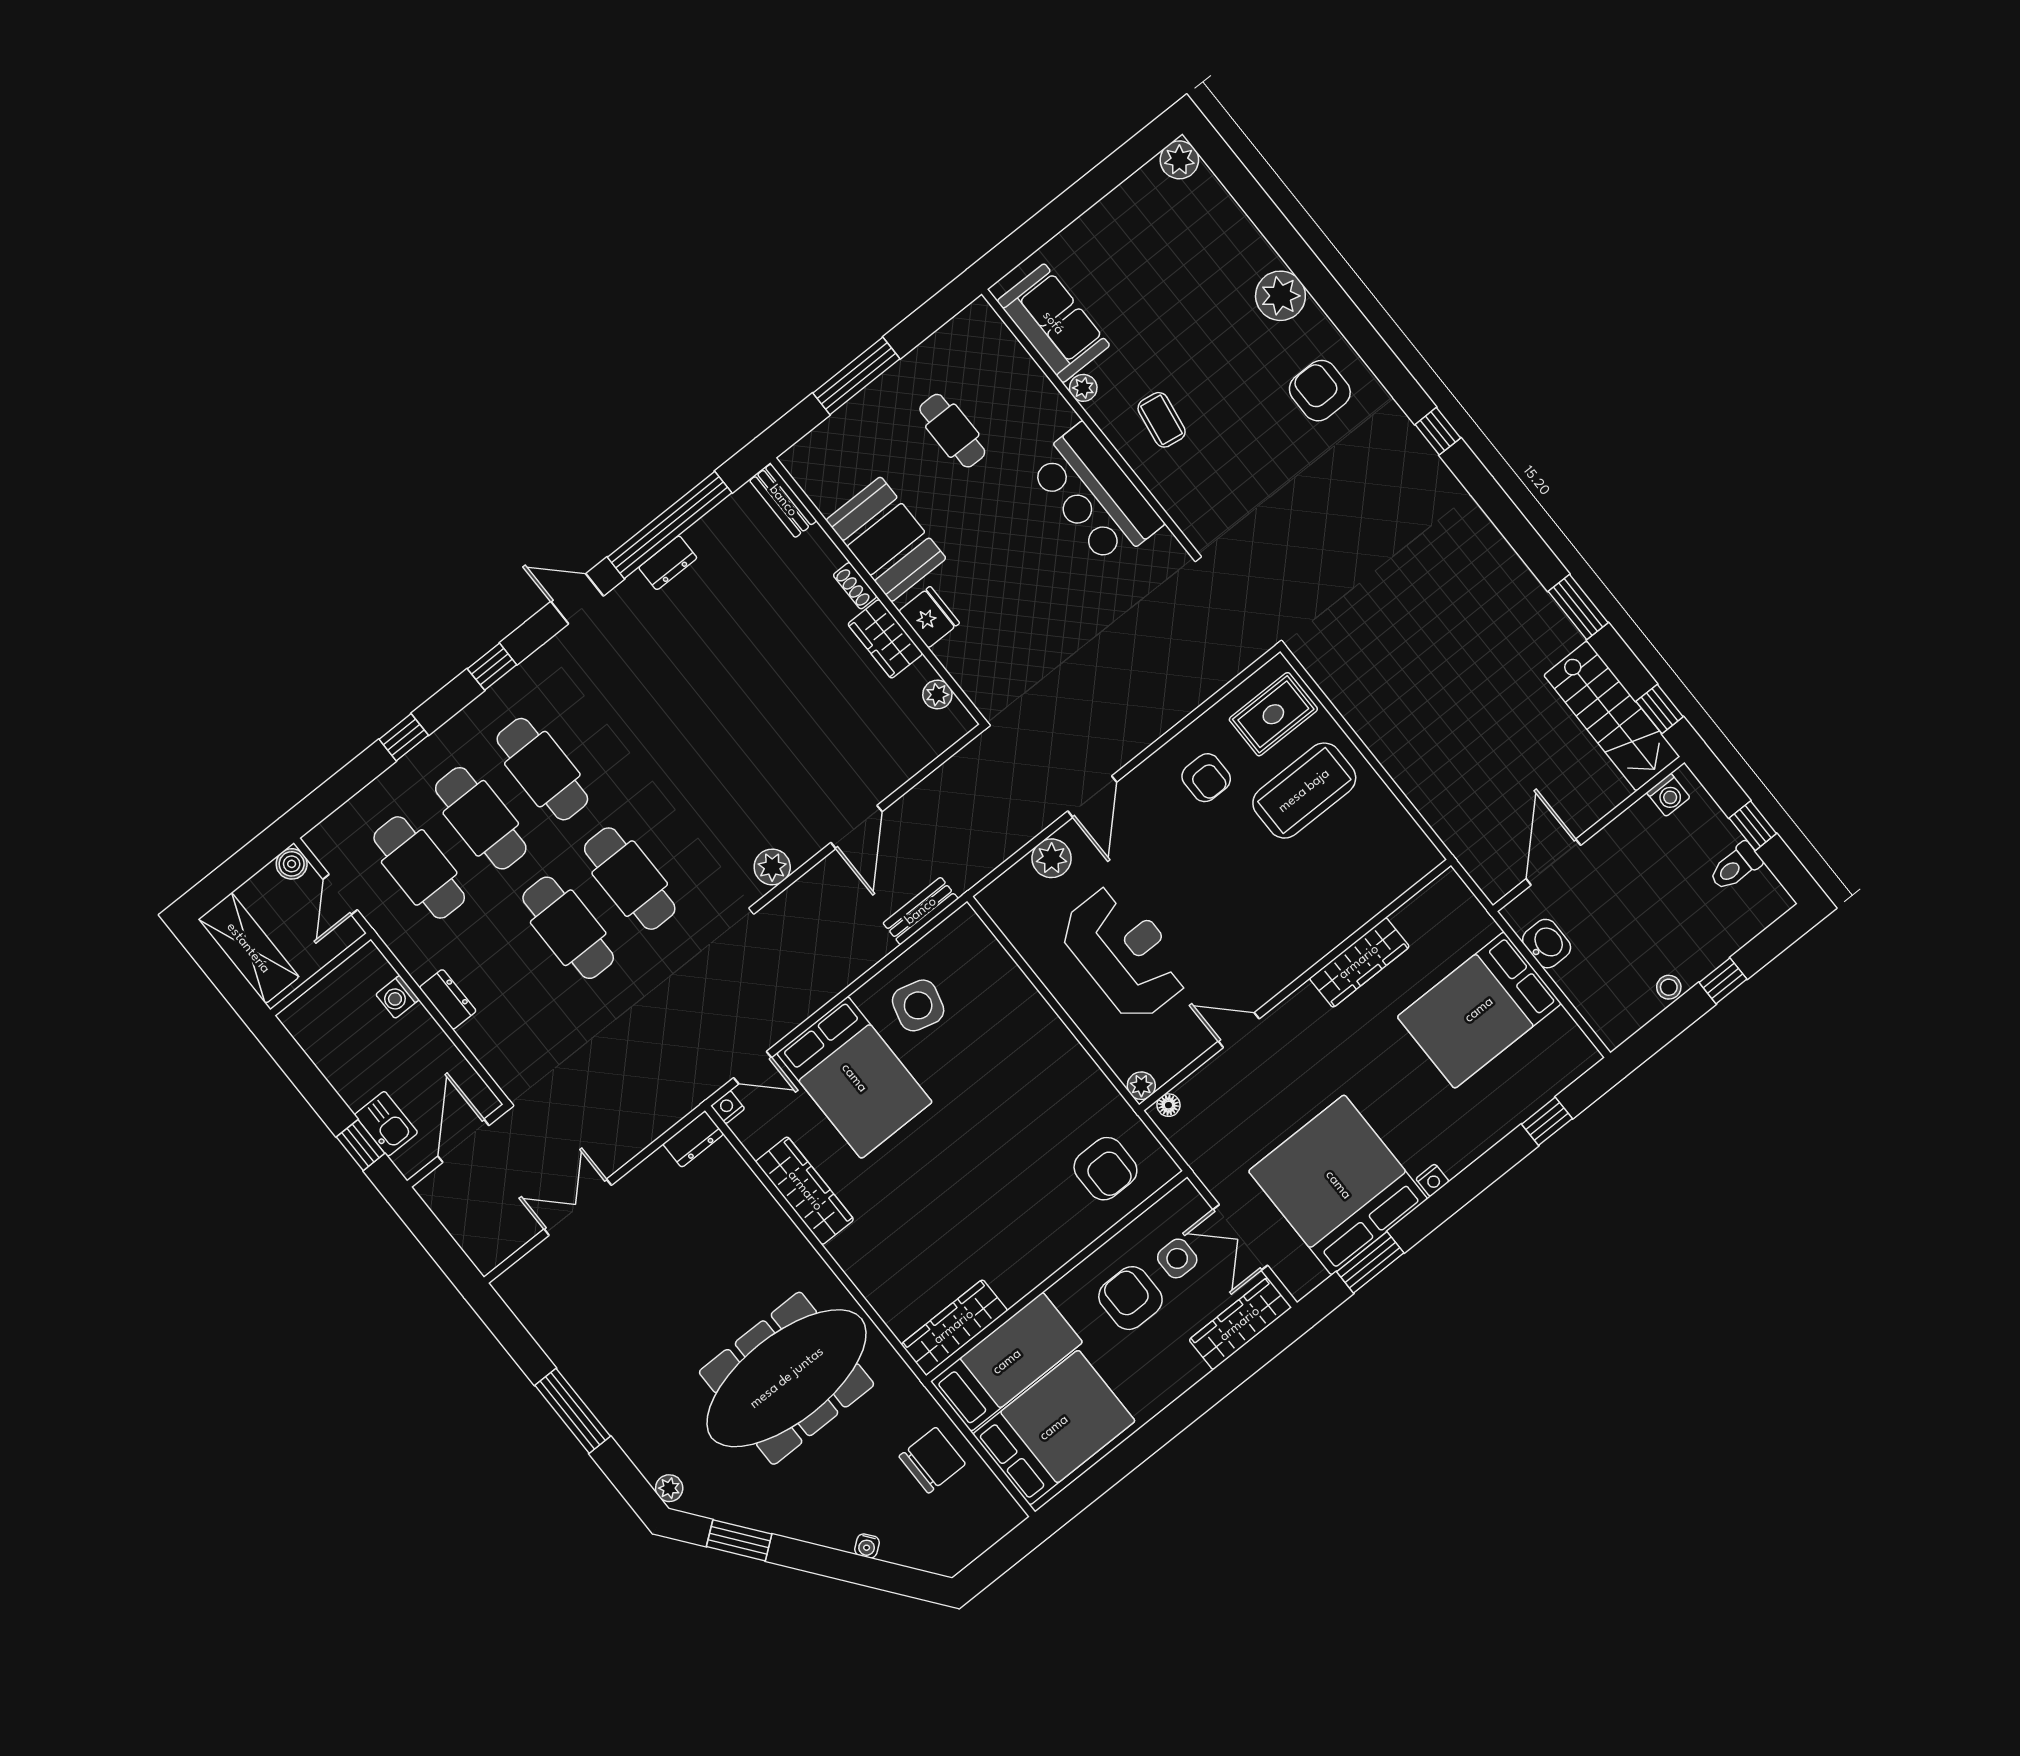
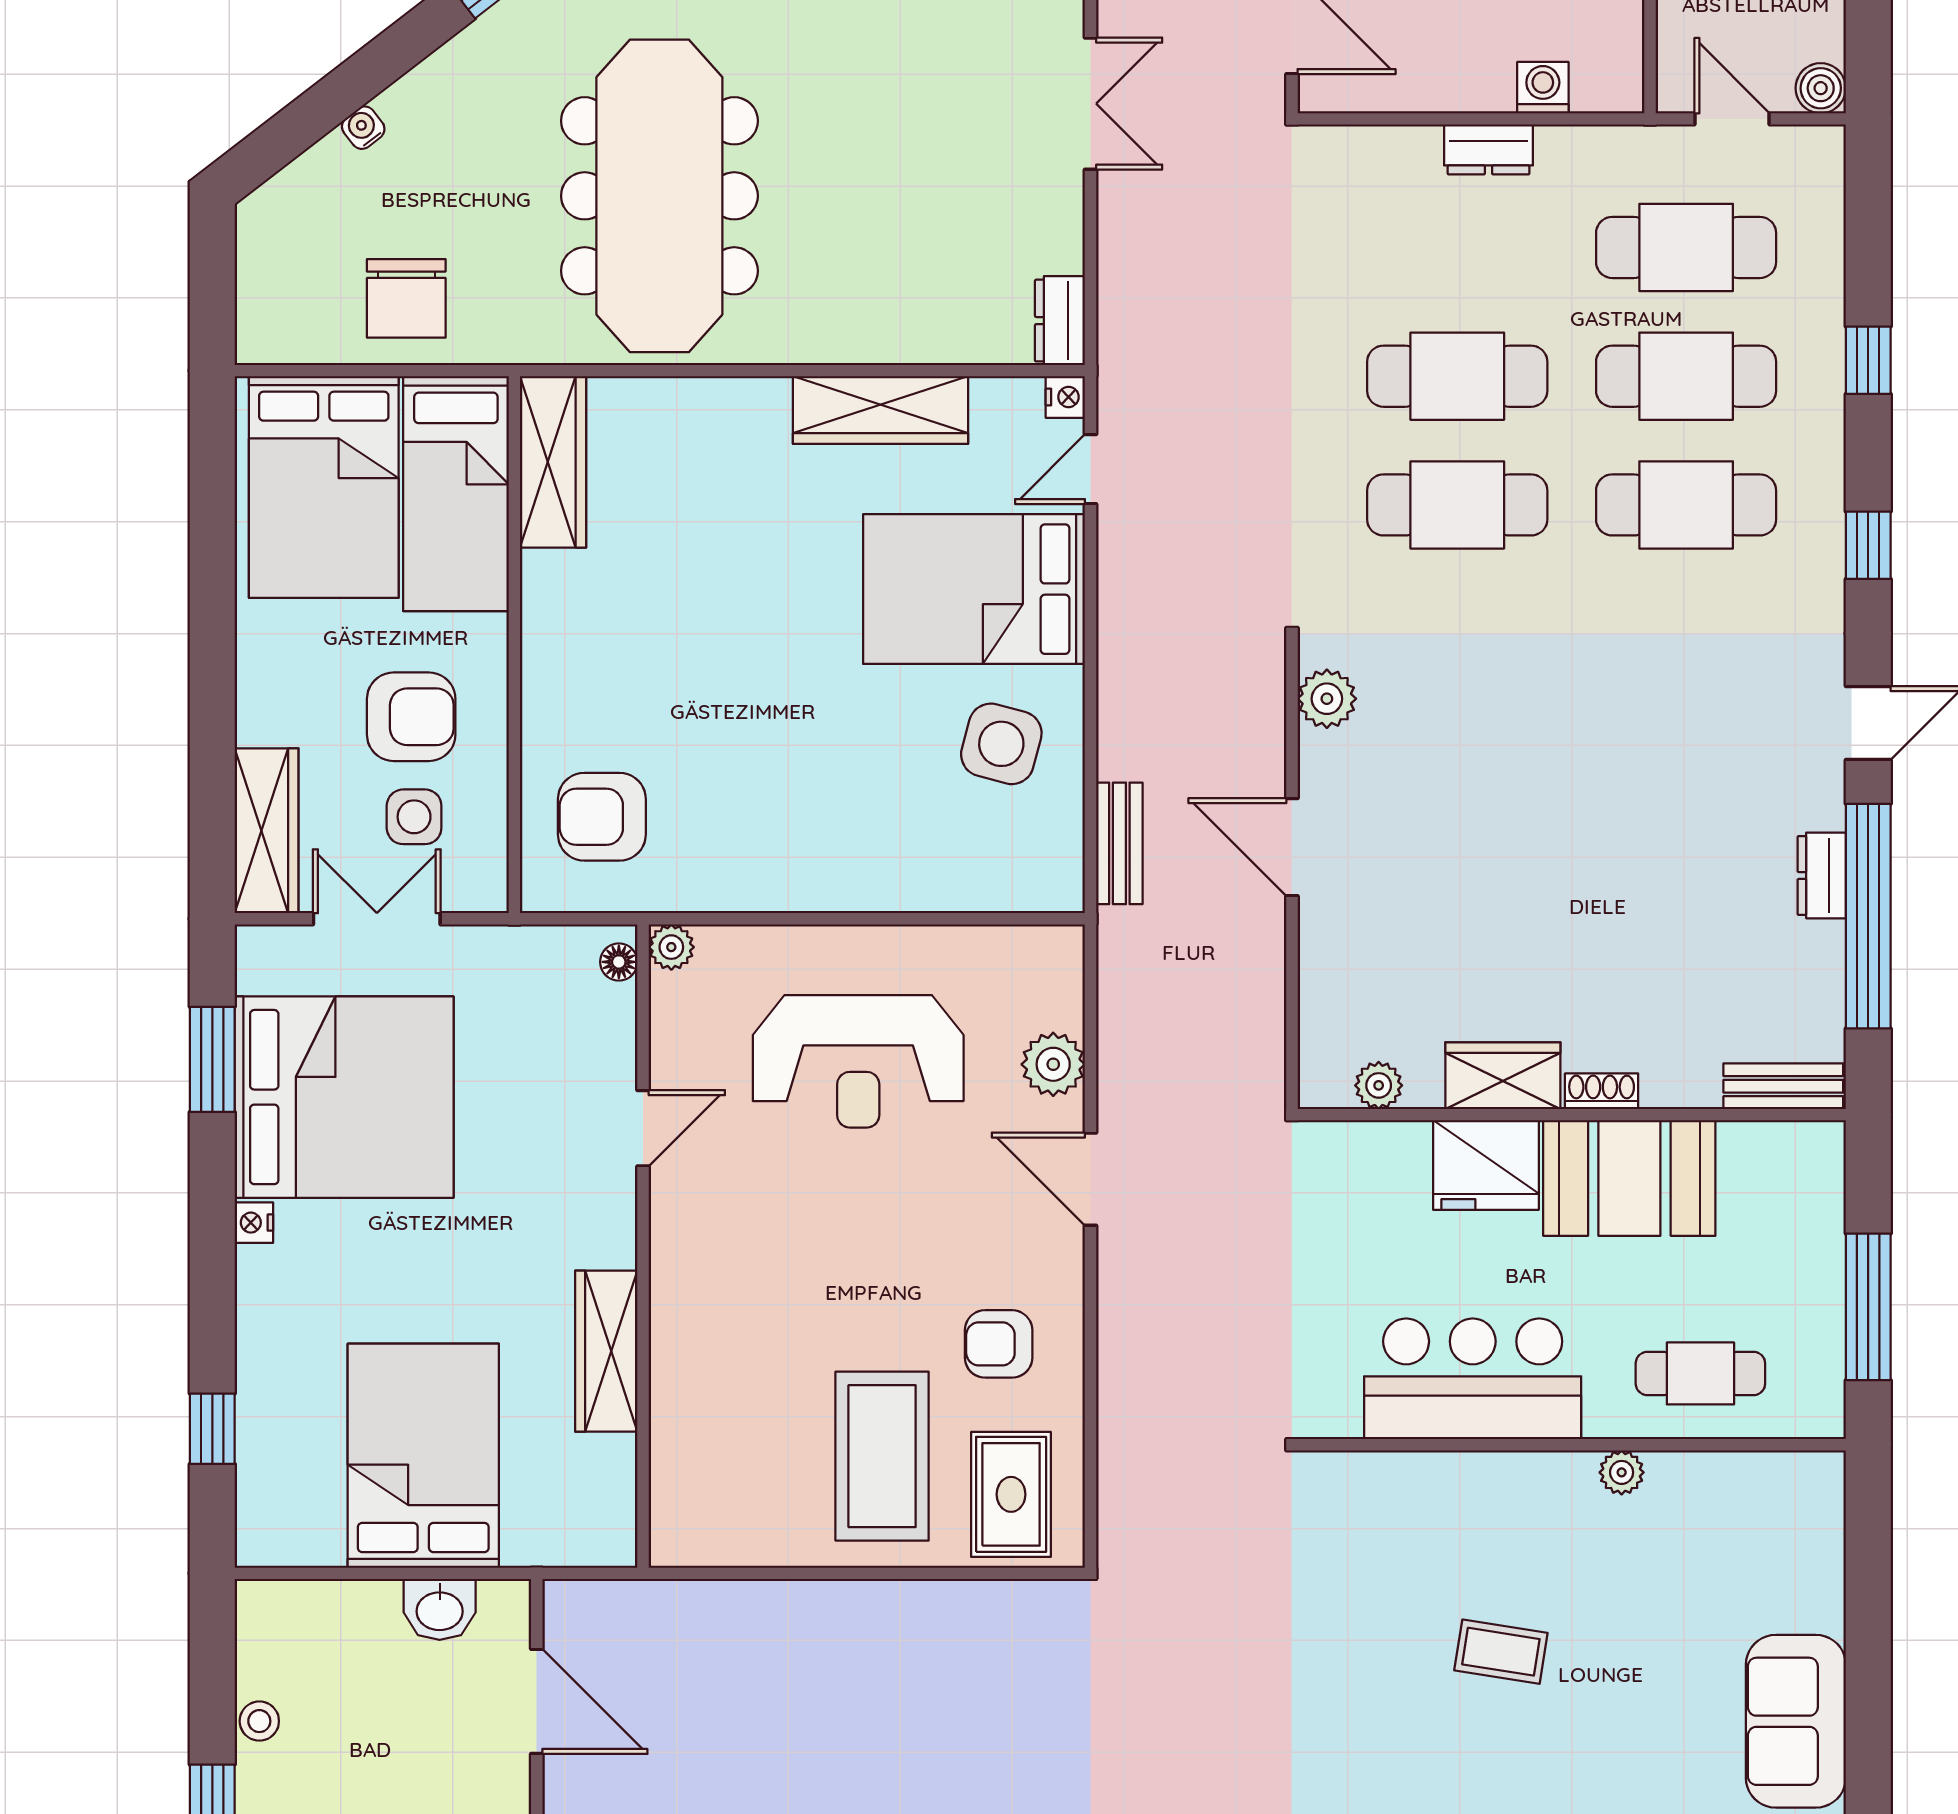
sofa: (1053, 323) -> (1796, 1721), moved, turned 90
plant: (1083, 388) -> (1622, 1472), moved
wall: (1089, 422) -> (1572, 1445), moved
bar counter: (1095, 495) -> (1473, 1379), moved
fridge: (929, 617) -> (1486, 1165), width x1.36, depth x1.34

